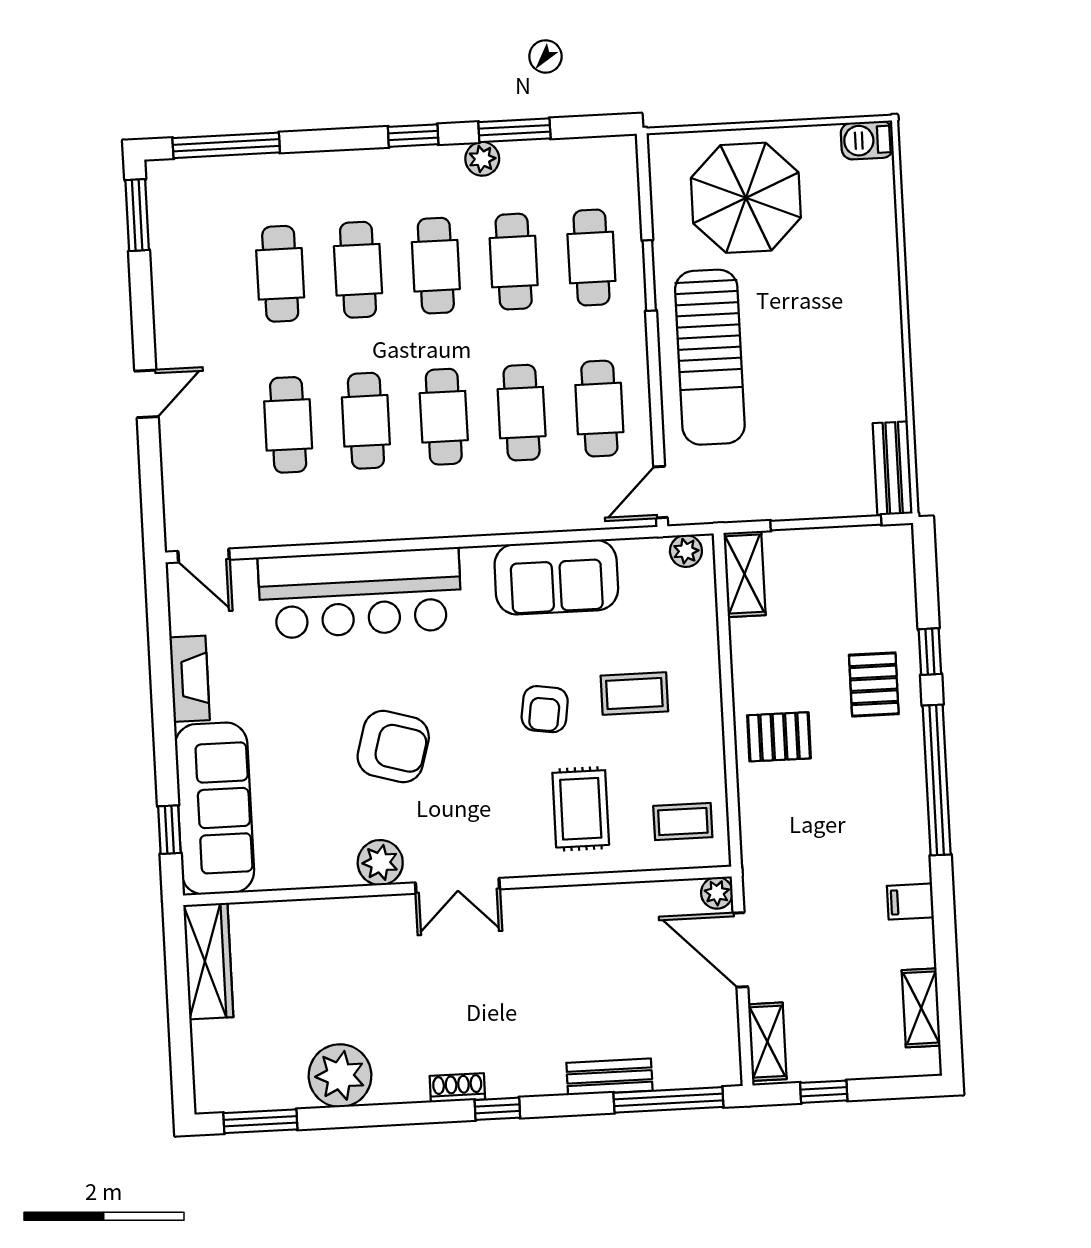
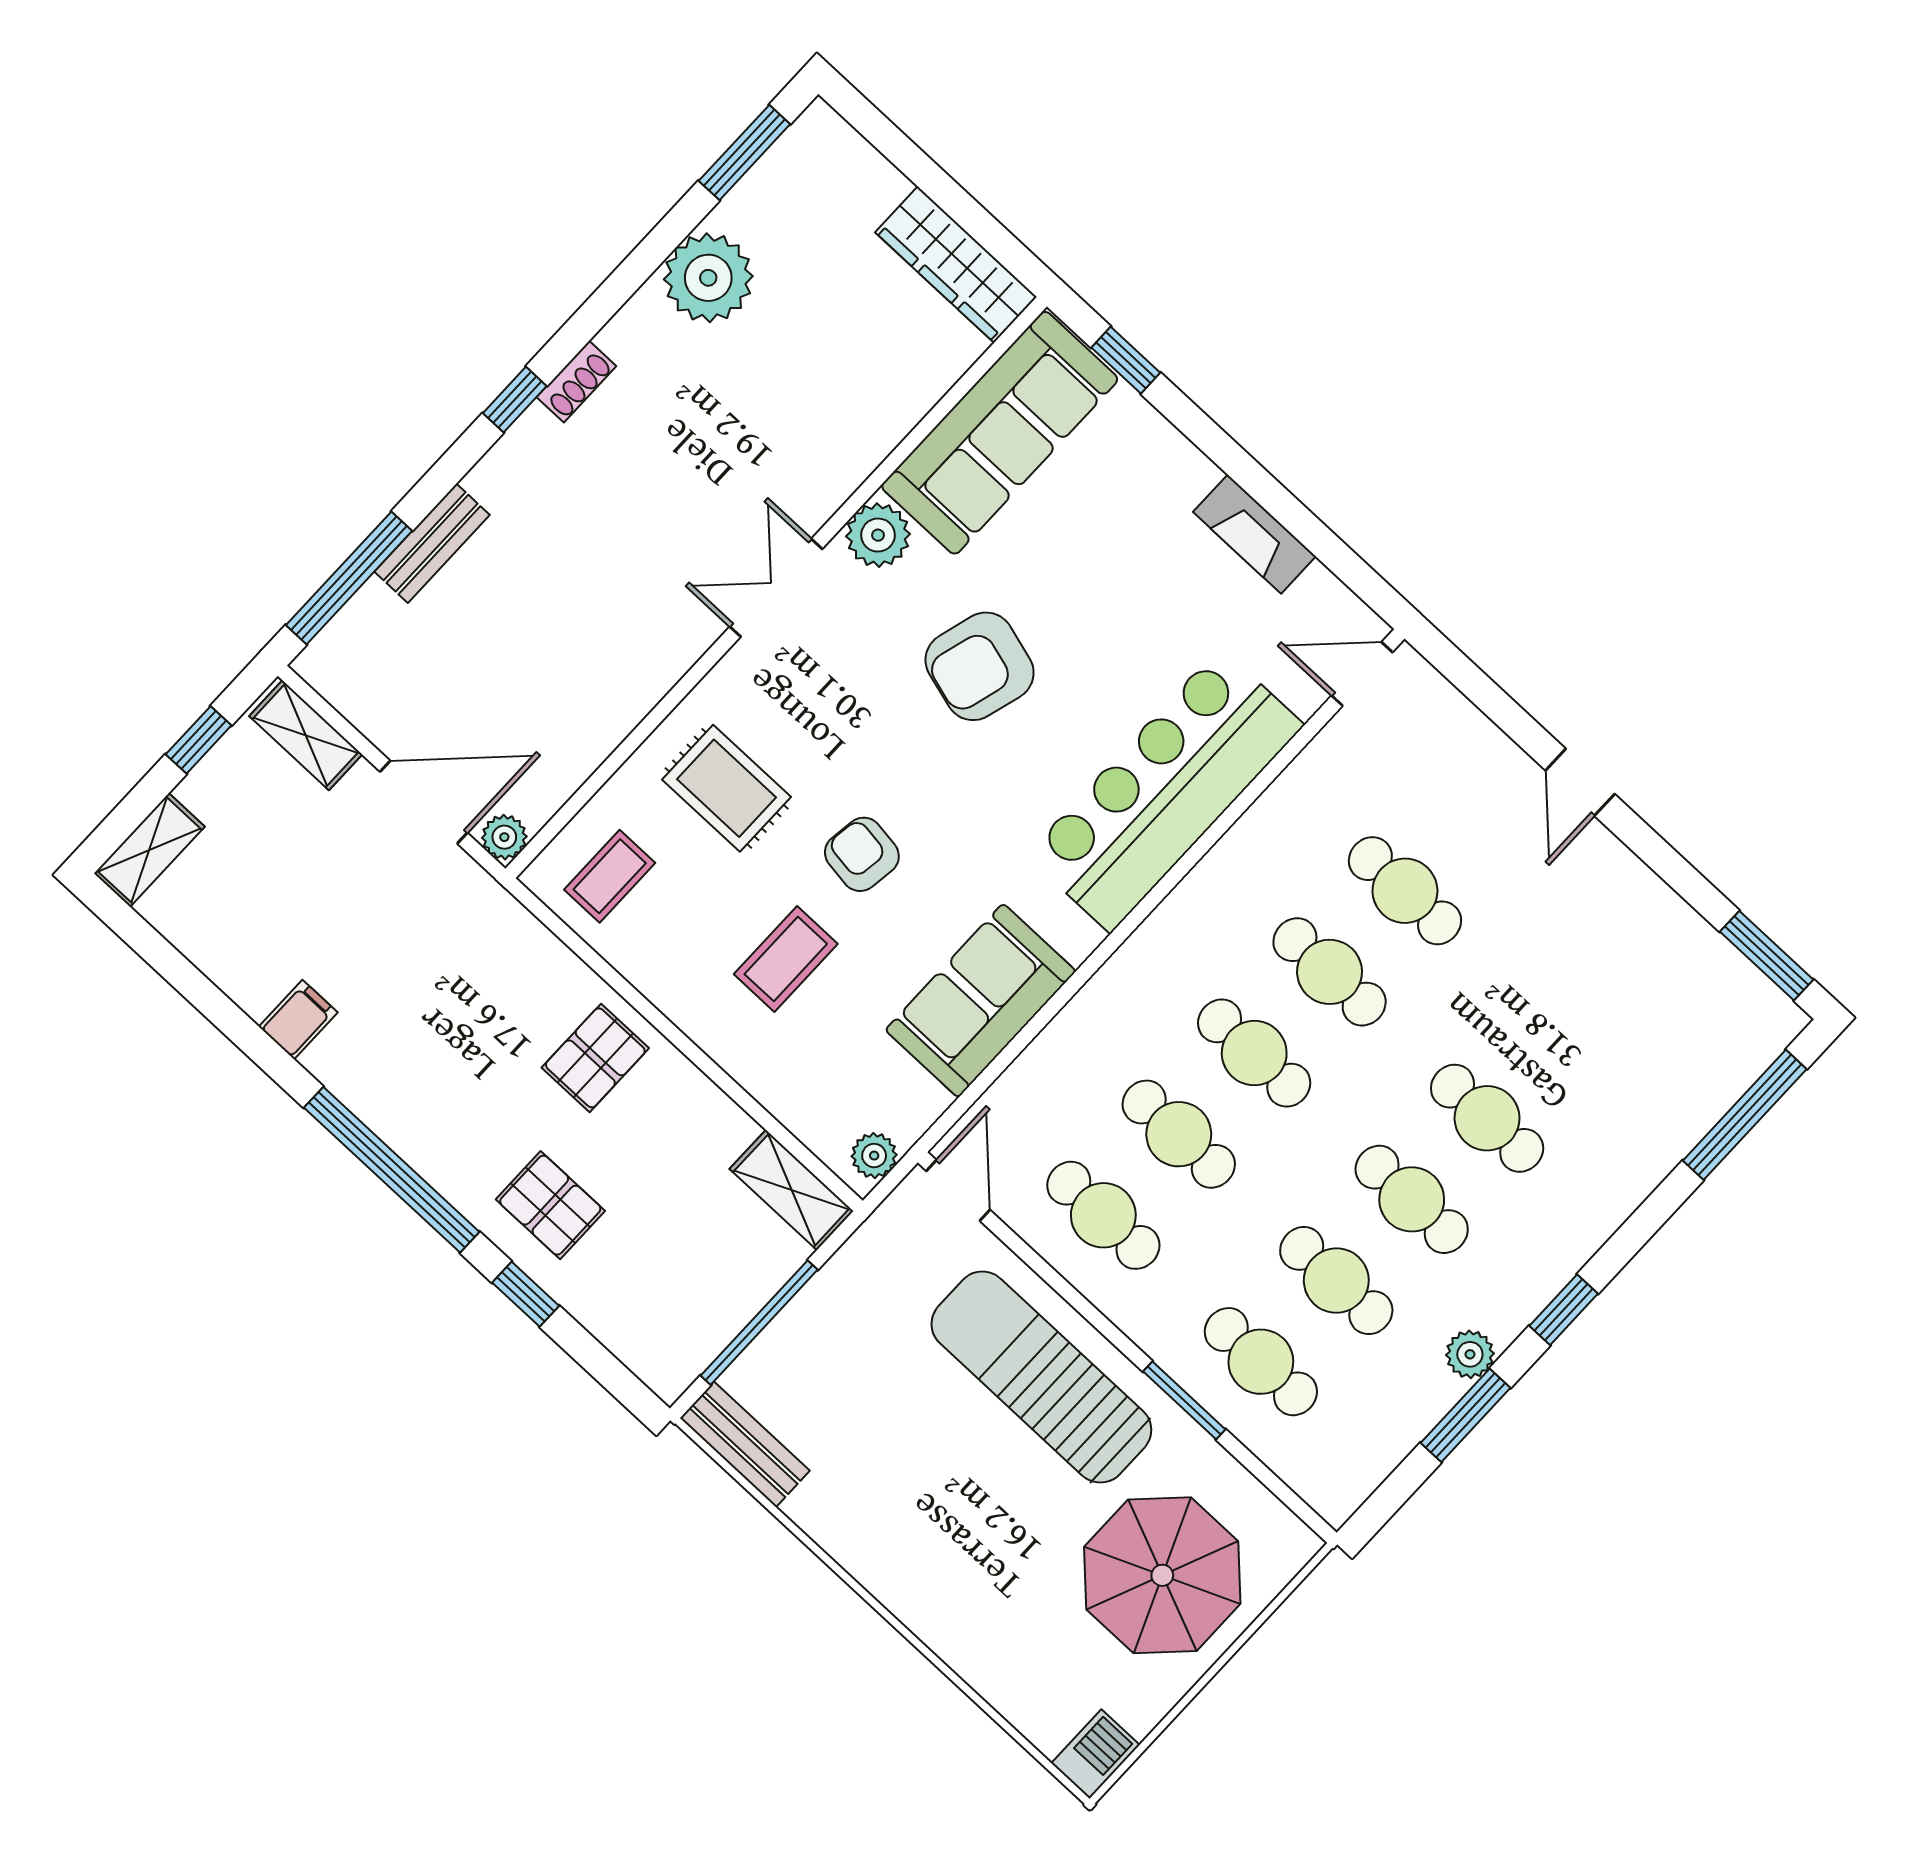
cafe table: (280, 274) -> (1562, 1037), removed
sofa: (215, 808) -> (1000, 433), moved, turned -90
shelving: (921, 1008) -> (149, 850), moved, turned 90

